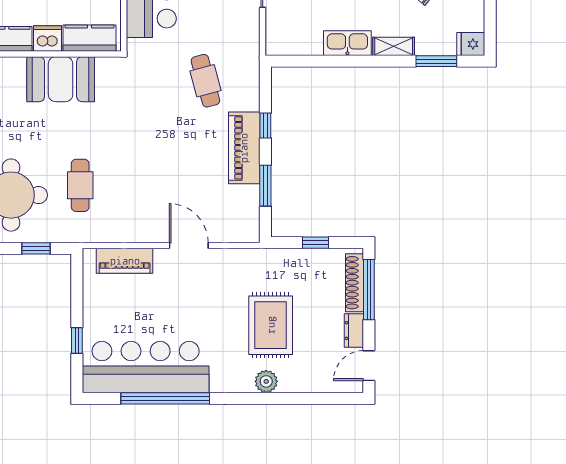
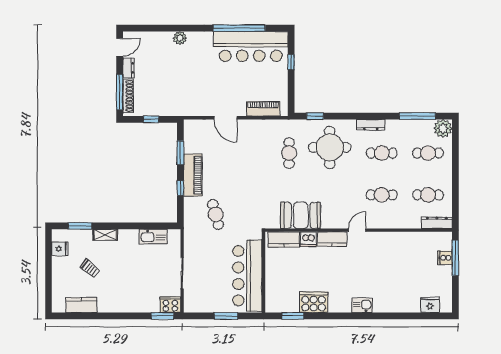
kitchen sink: (347, 43) -> (153, 237), moved
fridge: (471, 44) -> (60, 249), moved
rug: (271, 325) -> (177, 71), removed

